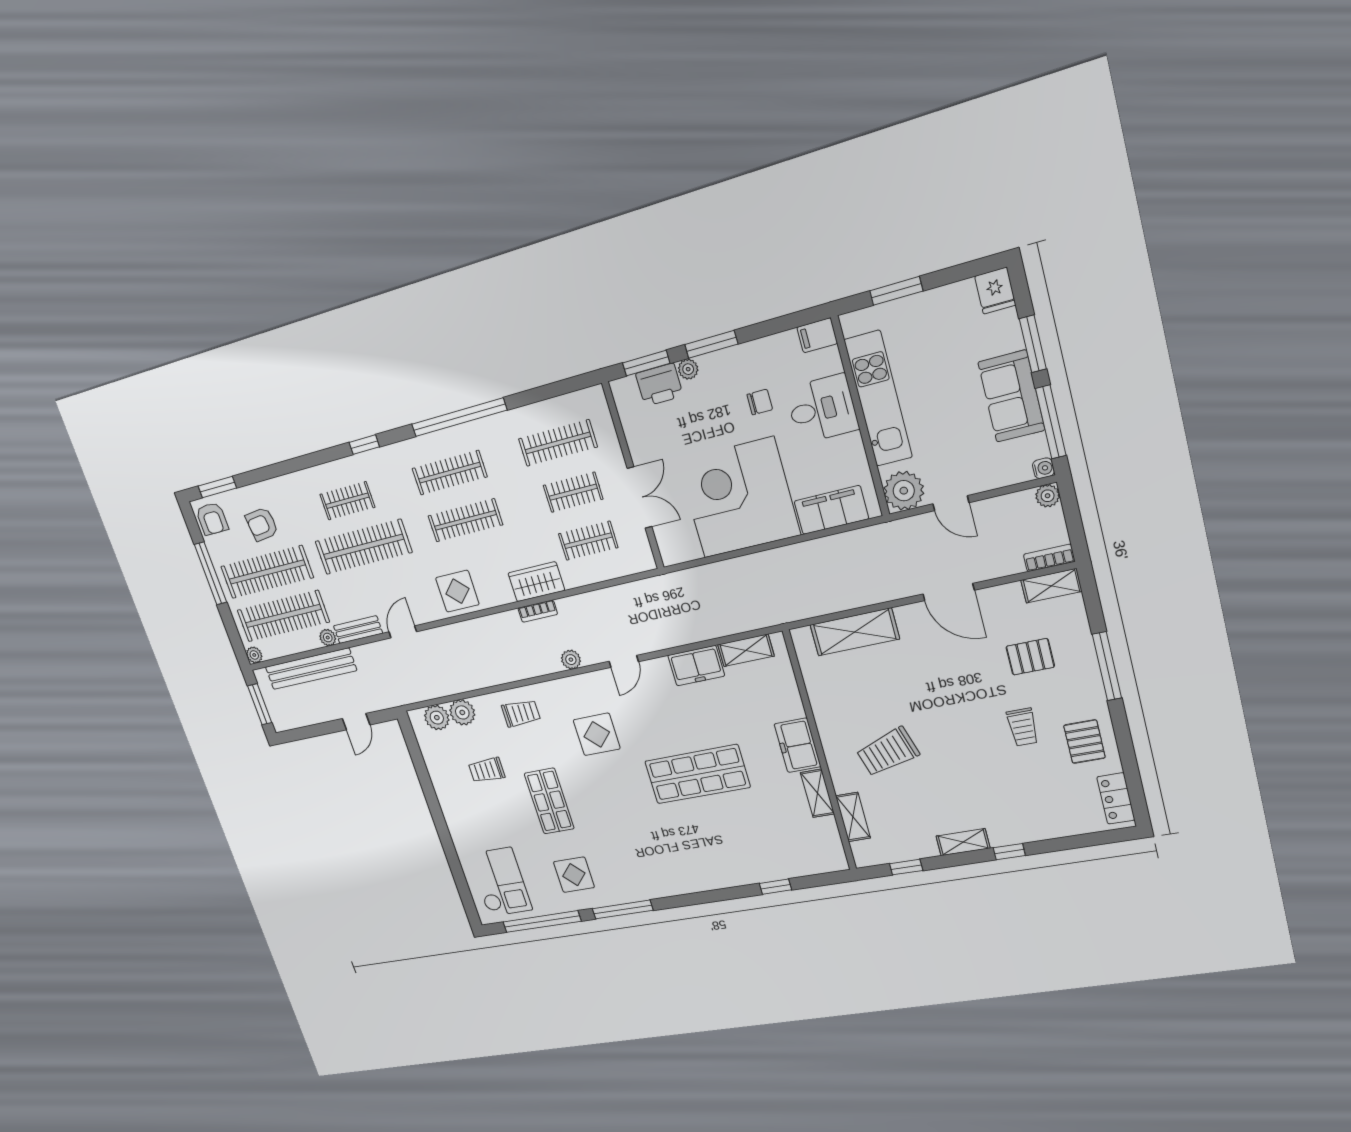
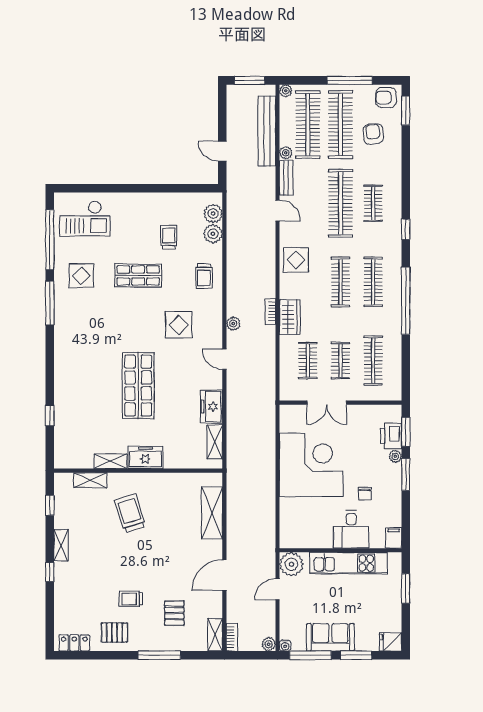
filing cabinet: (831, 510) -> (290, 519), removed

